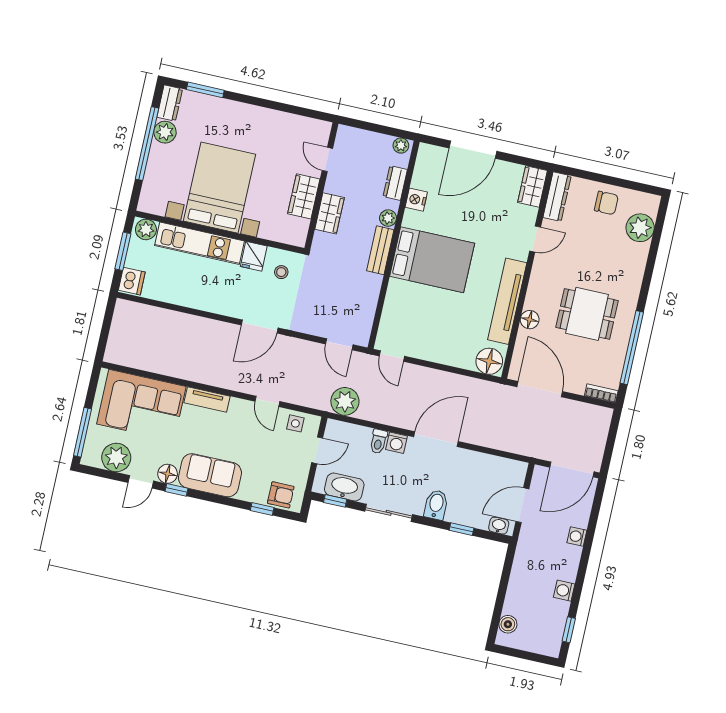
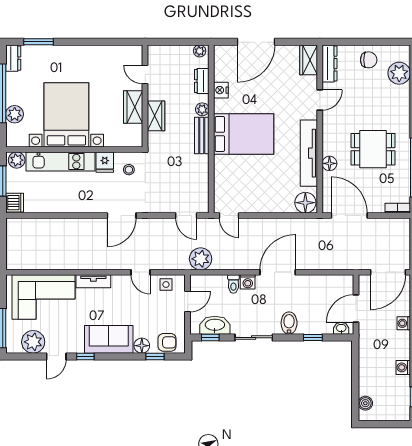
plant: (165, 132) -> (15, 114), moved
floor lamp: (168, 474) -> (142, 346), moved

